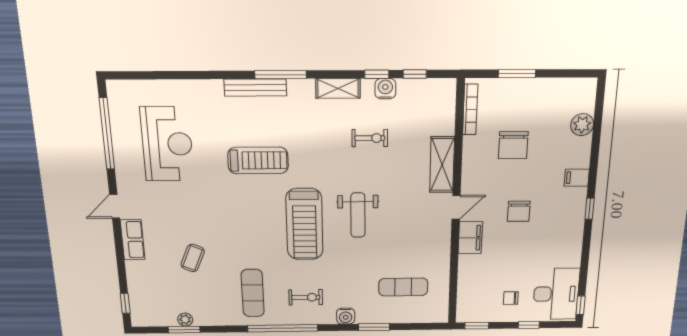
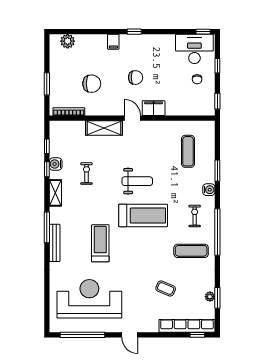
plant: (582, 125) -> (68, 41), moved
reception desk: (167, 144) -> (89, 299), width x1.36, depth x1.30
row of seats: (133, 240) -> (187, 326), moved, width x2.02

